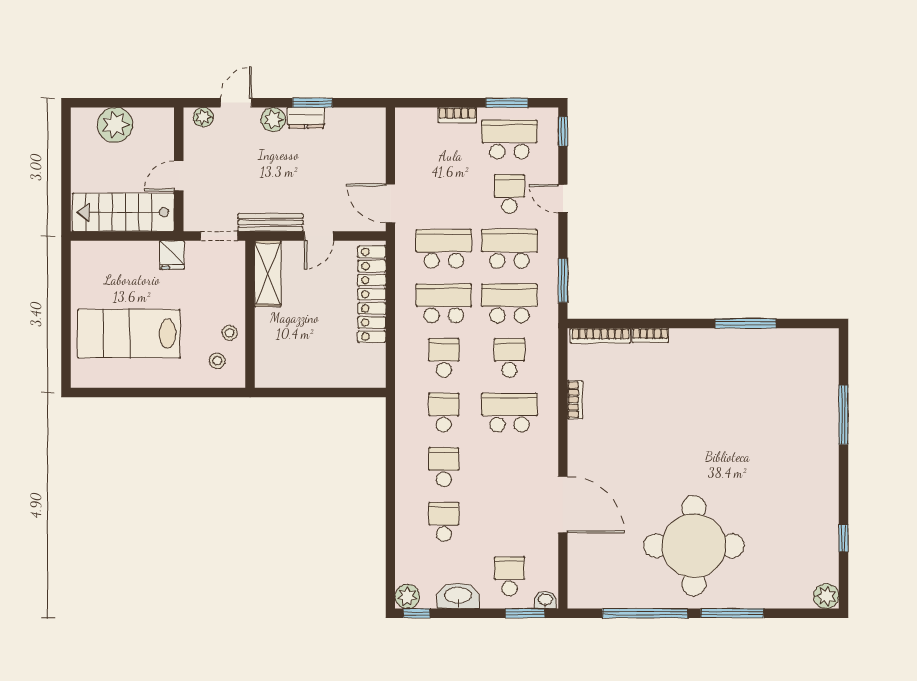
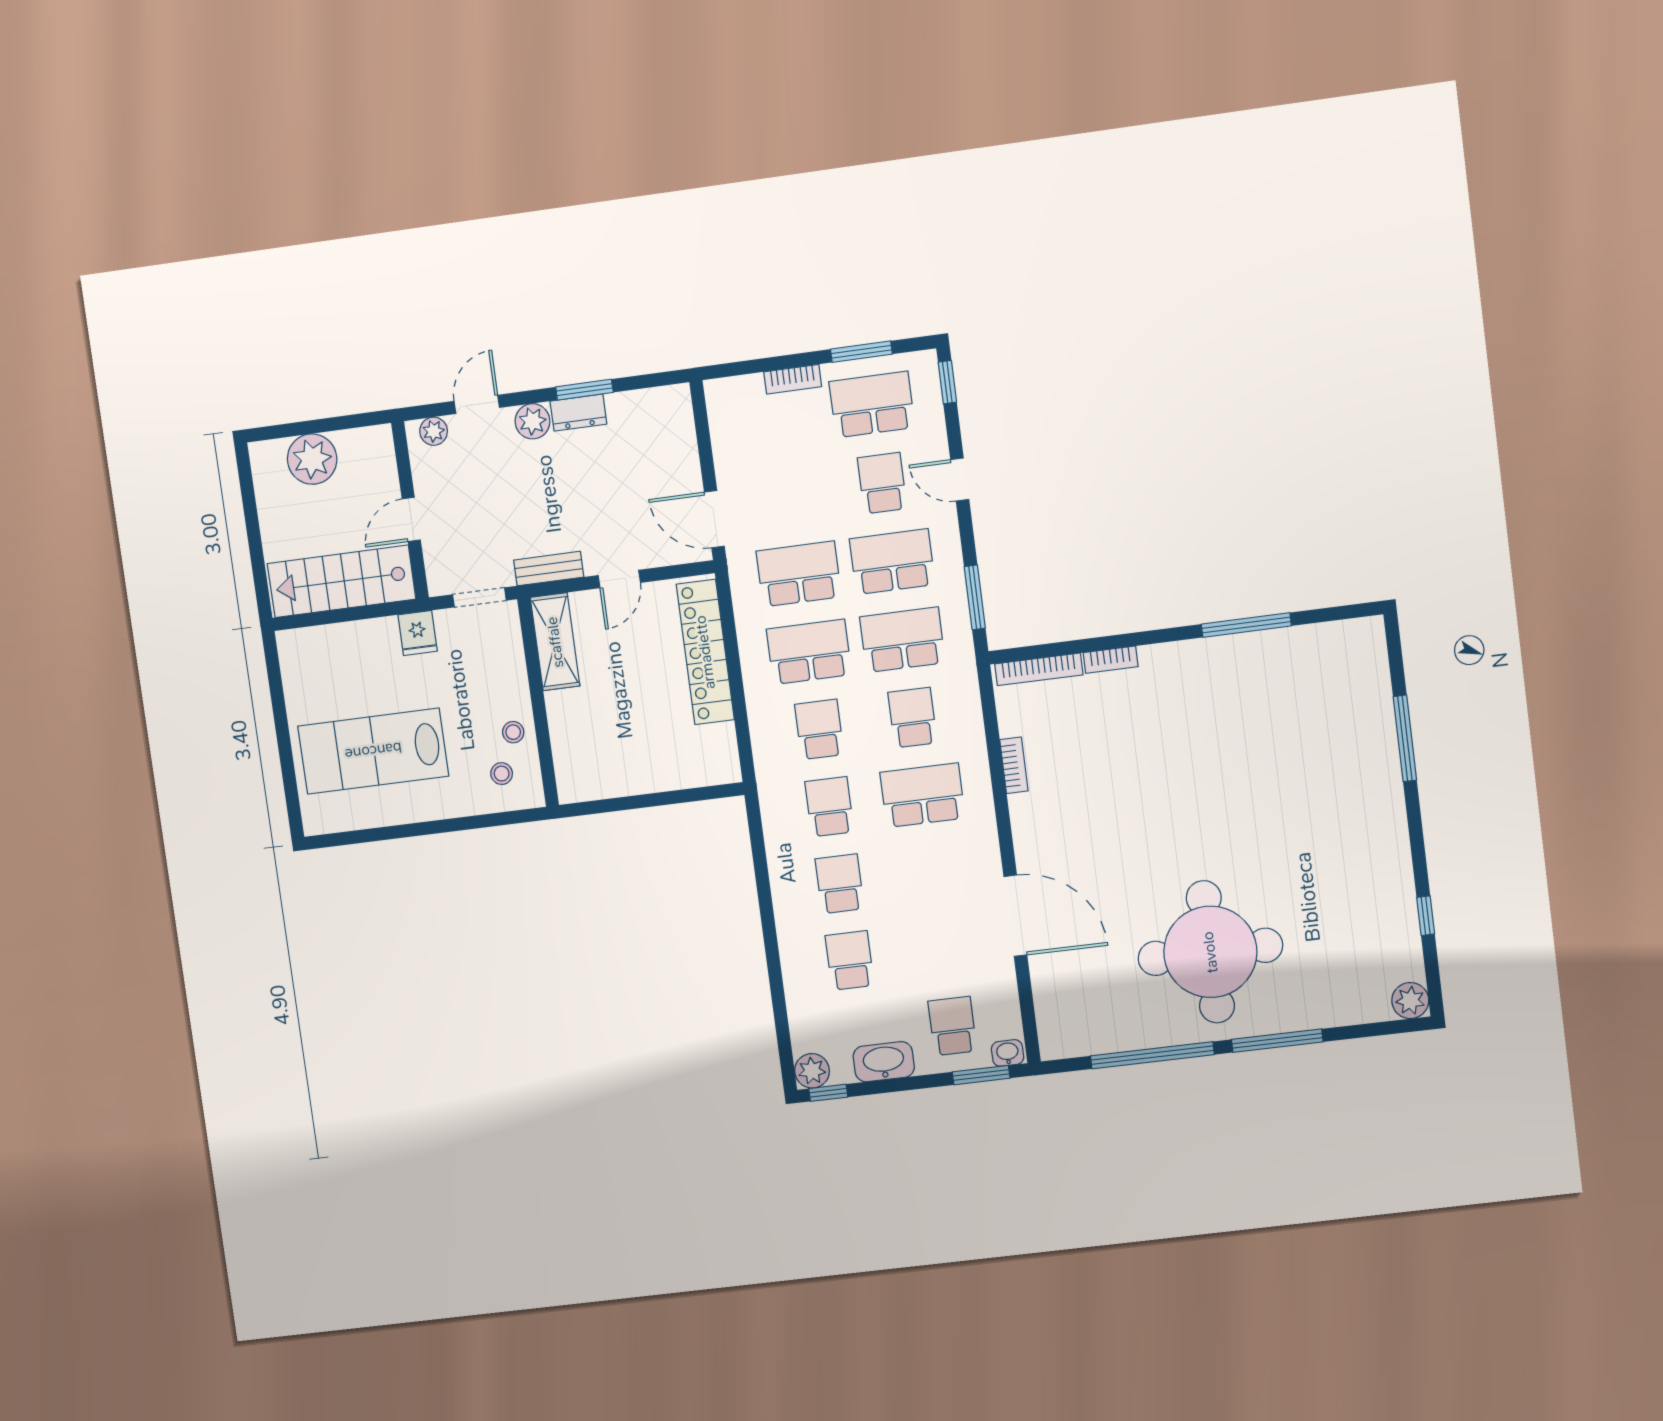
bench: (270, 222) -> (549, 569), width x0.73

